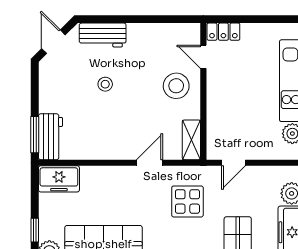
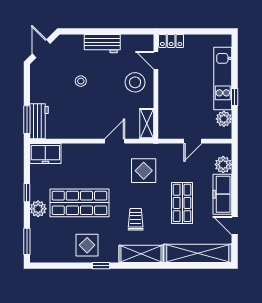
workbench: (103, 35) -> (102, 44), moved
door: (233, 163) -> (193, 141), moved

